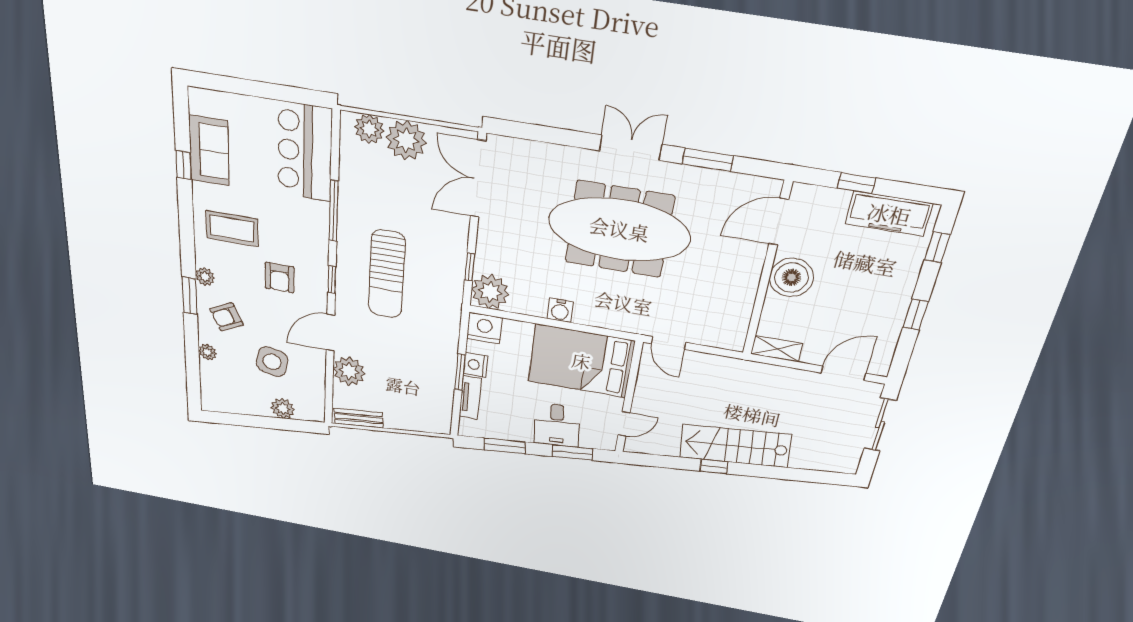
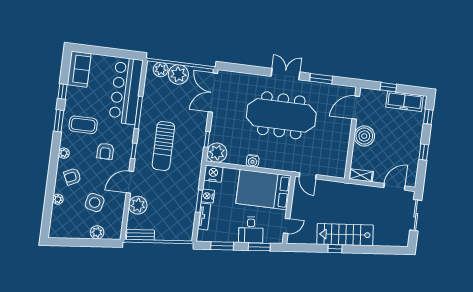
sofa: (209, 151) -> (79, 69), moved
bar counter: (305, 152) -> (126, 91), width x1.36
window: (190, 296) -> (59, 121), moved

